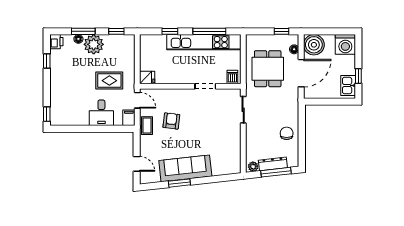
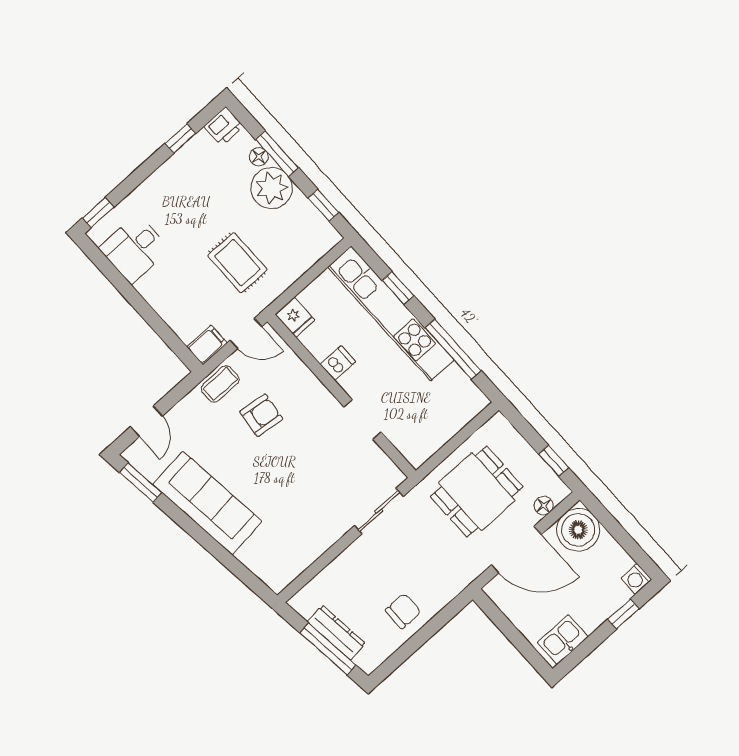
kitchen unit: (204, 42) -> (391, 314), moved
washing machine: (345, 44) -> (636, 579), width x0.53, depth x0.53
window: (358, 76) -> (623, 614), moved
dishwasher: (232, 77) -> (338, 363), moved
door: (137, 100) -> (246, 333), hinge flipped
desk: (101, 113) -> (134, 249), moved
plant: (253, 167) -> (305, 606), removed
window: (179, 183) -> (141, 483), moved

